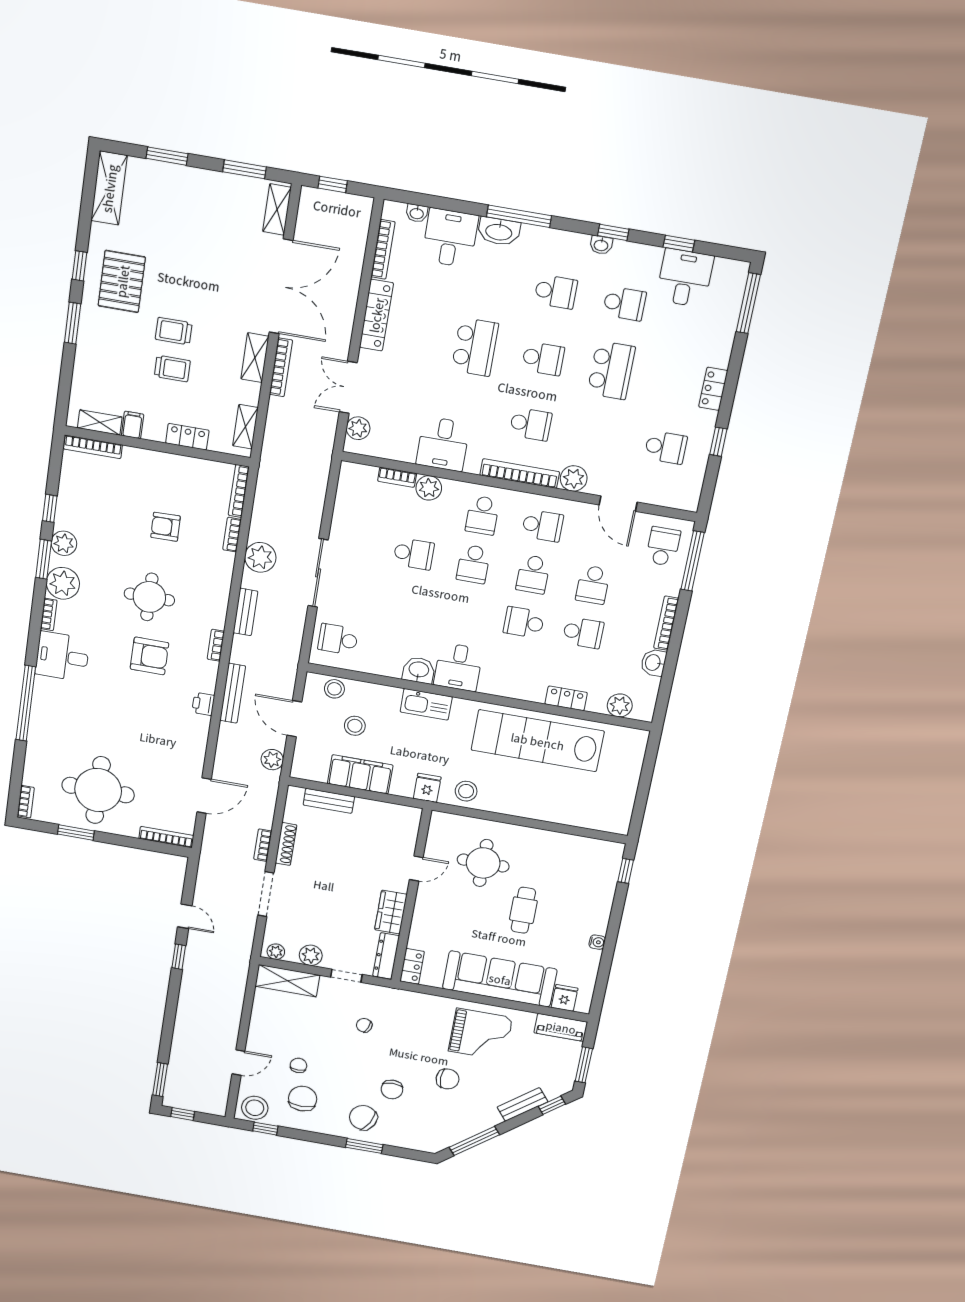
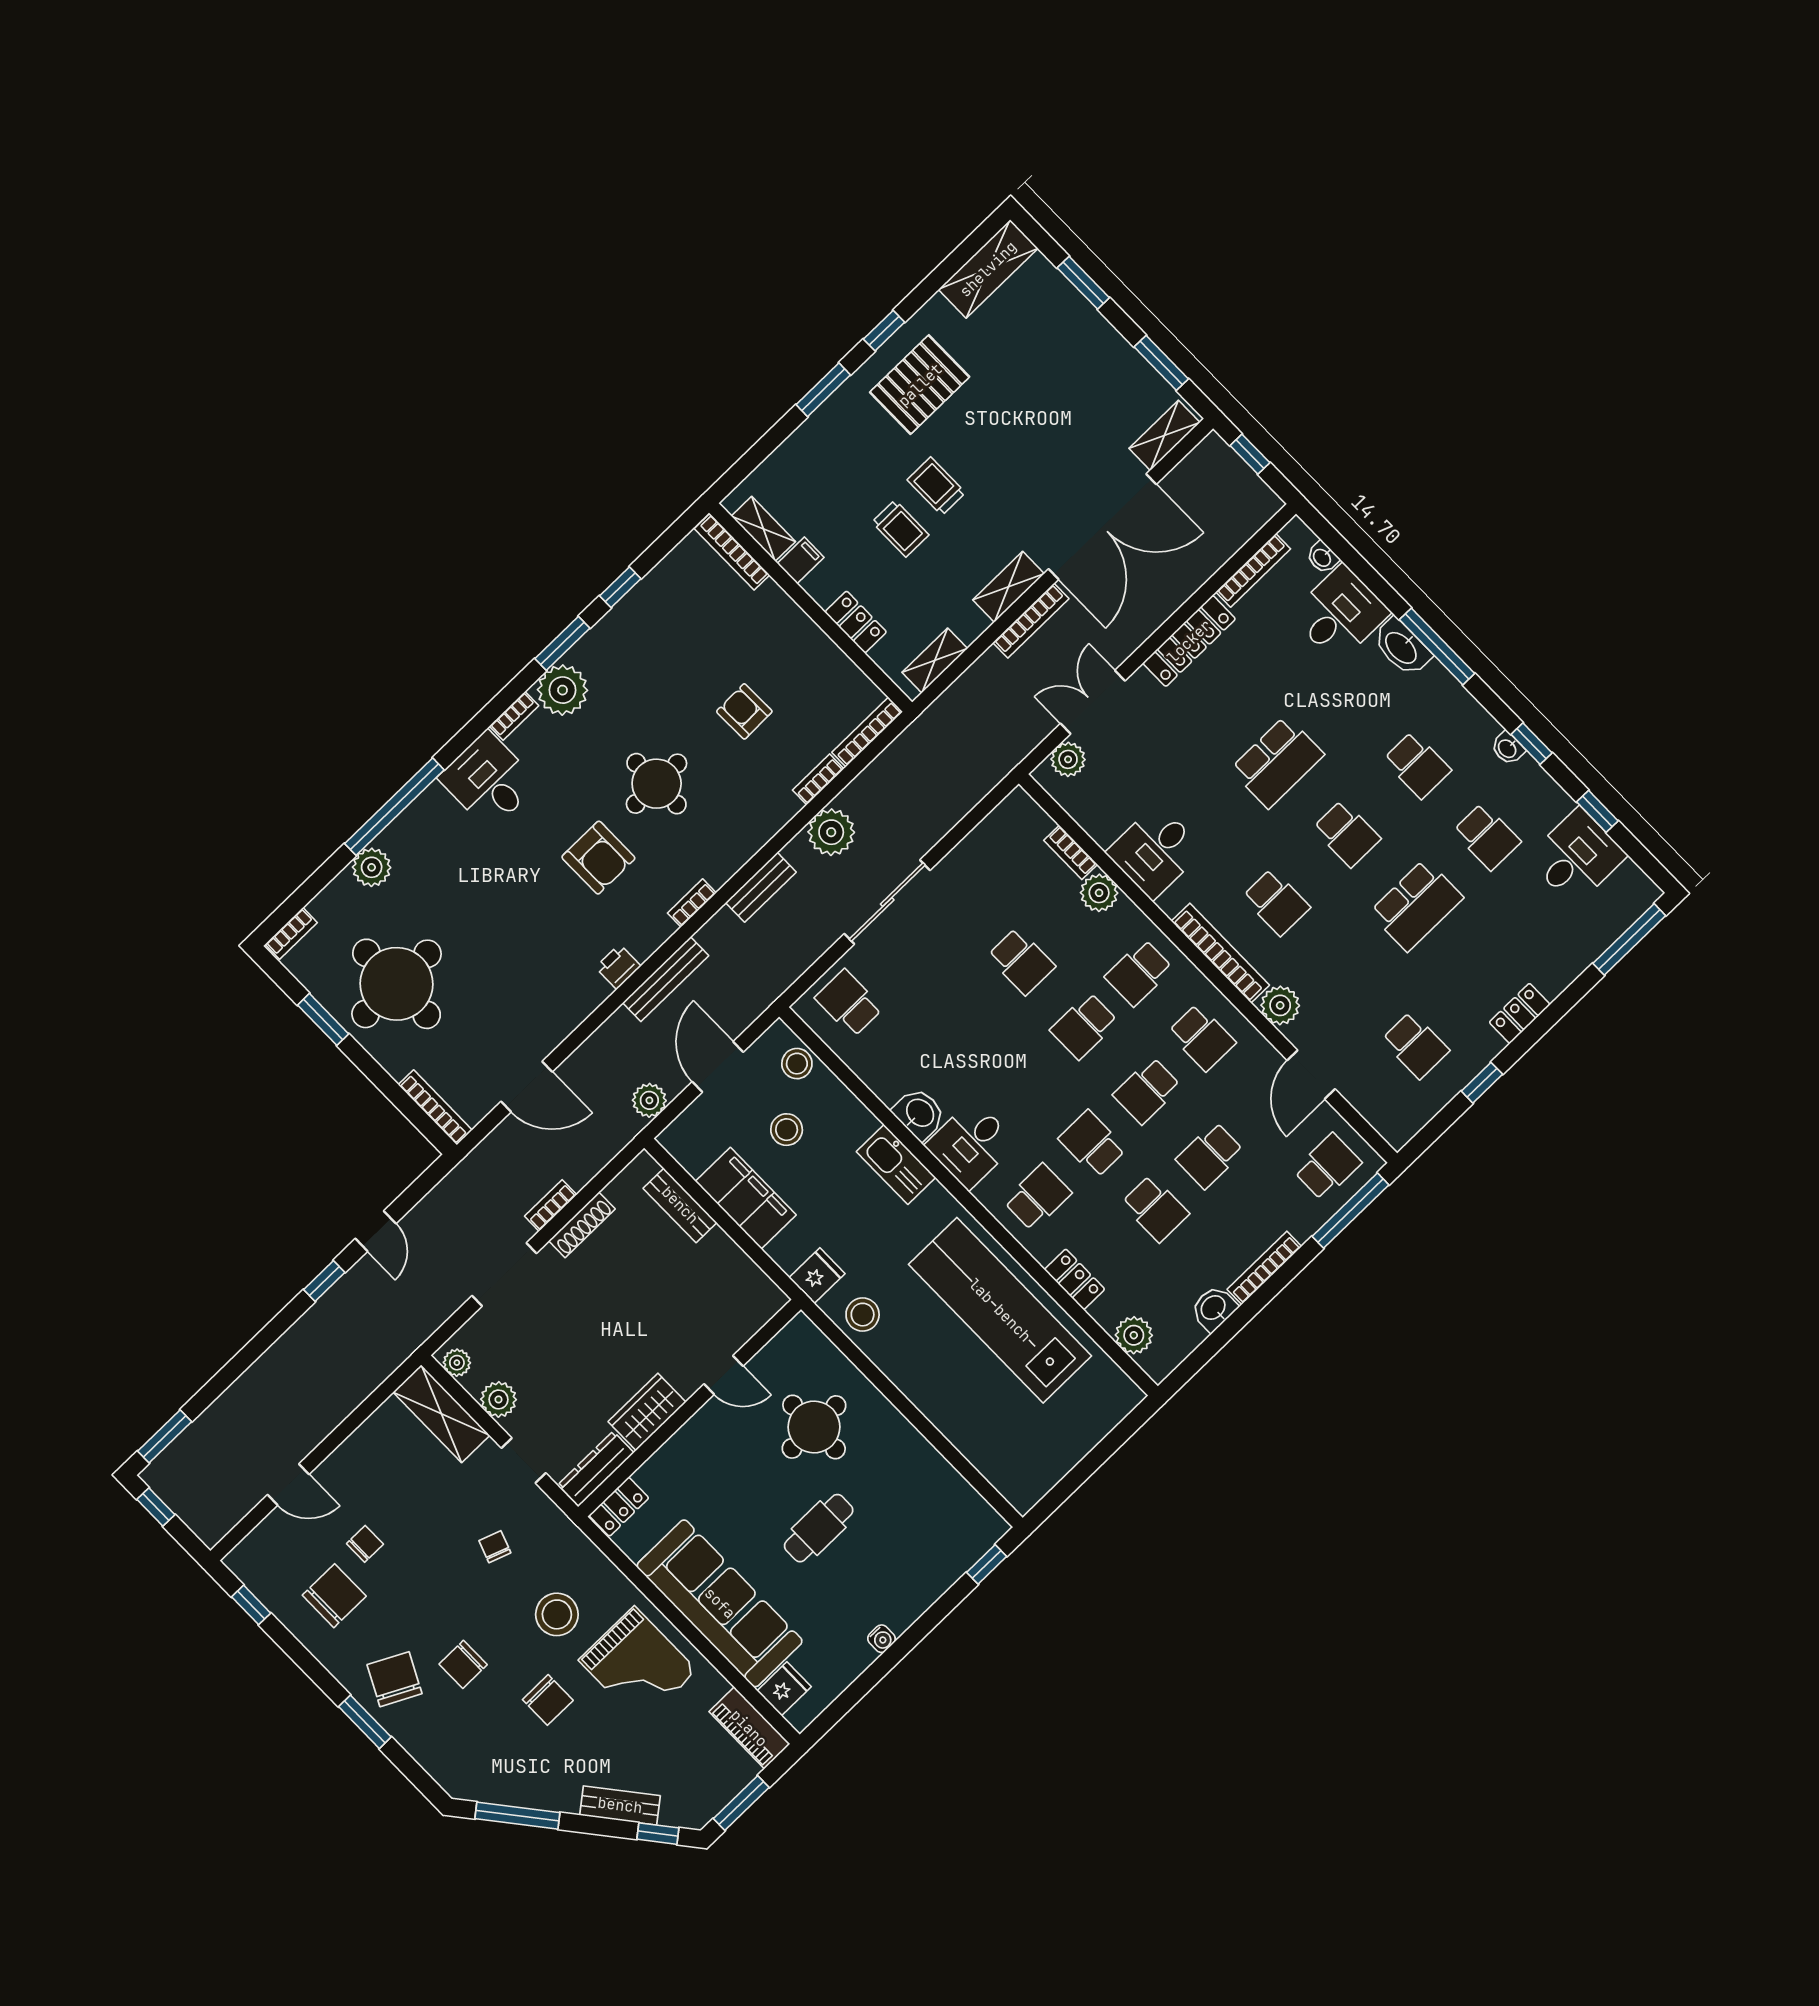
plant: (64, 543) -> (372, 867), moved
school desk: (515, 670) -> (1038, 1197), added
stool: (255, 1108) -> (557, 1614), moved

